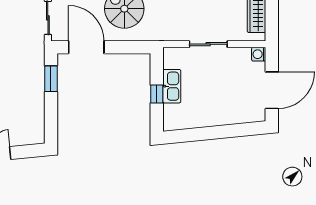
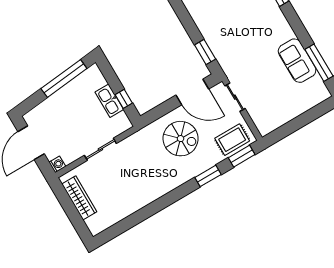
window: (157, 94) -> (124, 99), moved
window: (203, 134) -> (64, 78), added

